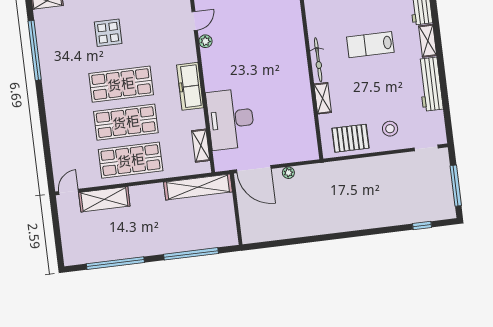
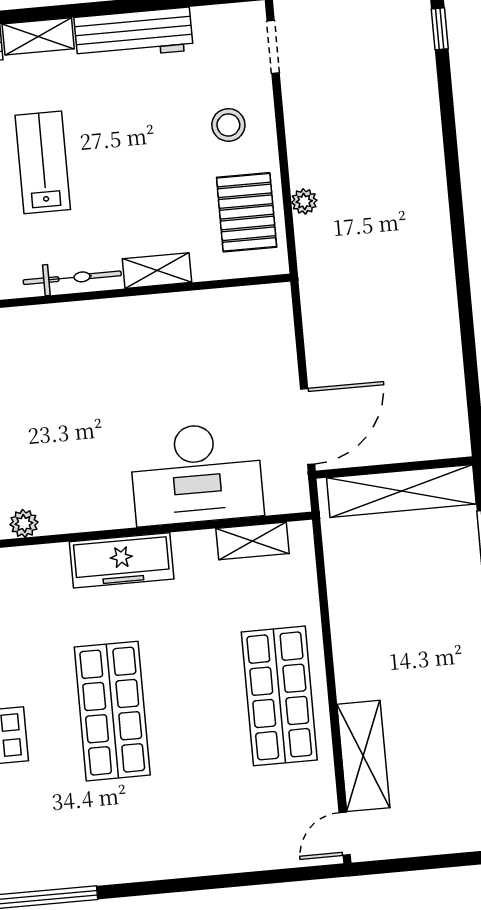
lab bench: (370, 45) -> (43, 162), turned 180
shop shelf: (126, 122) -> (196, 703), removed
plant: (288, 173) -> (304, 201), moved
shelving: (198, 187) -> (401, 491), moved, turned 90
door: (69, 192) -> (345, 834), hinge flipped
window: (422, 225) -> (440, 29), moved

